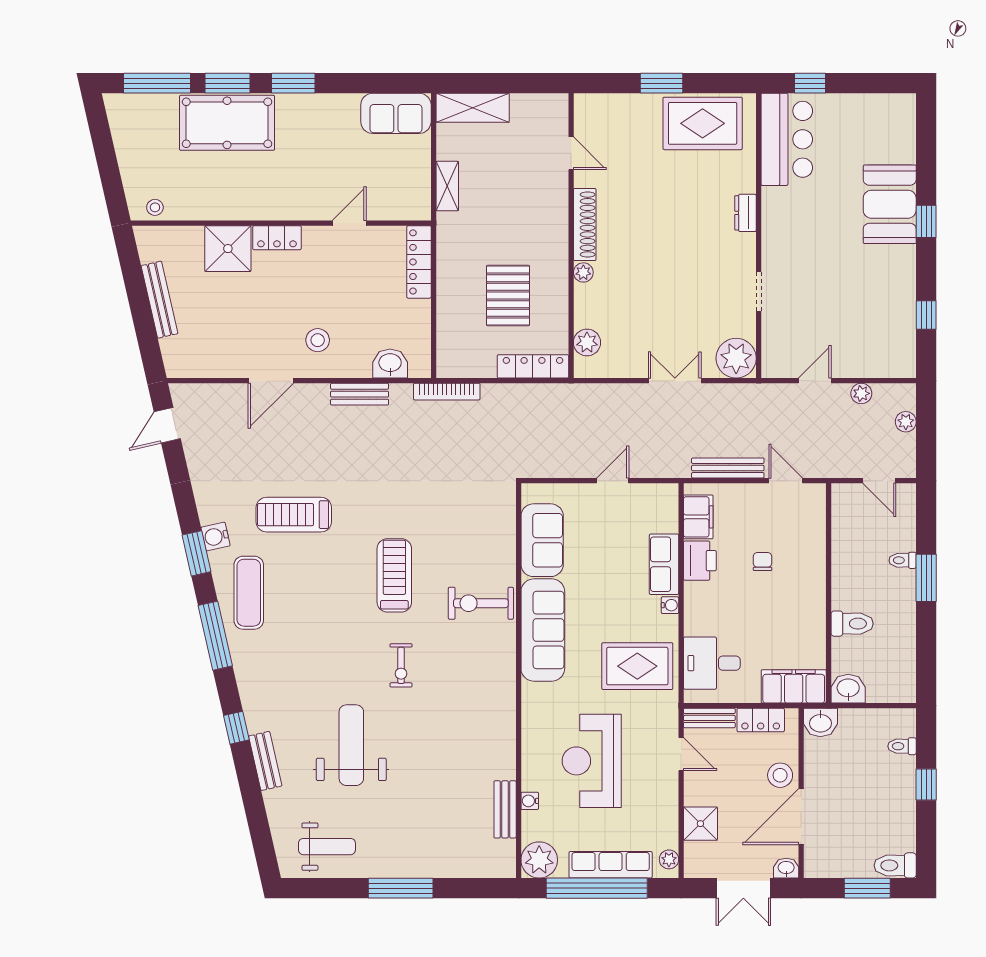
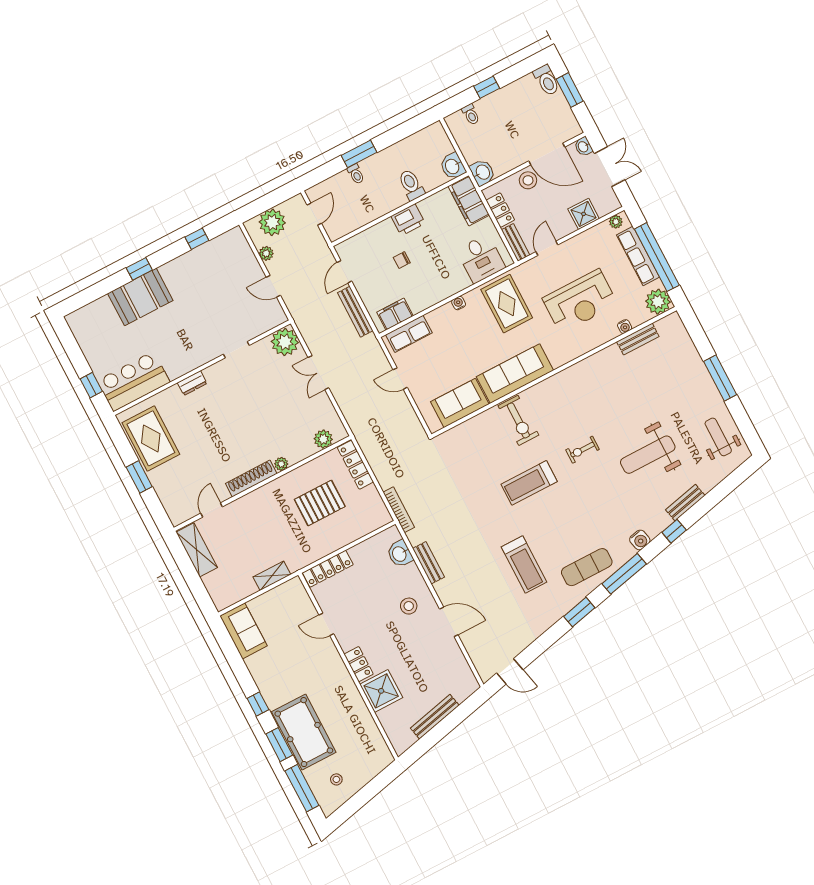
window: (293, 83) -> (258, 704), width x0.67
shelving: (473, 108) -> (197, 550), moved
stool: (155, 207) -> (336, 779), moved
plant: (906, 422) -> (272, 222), width x1.87, depth x1.87
water cooler: (216, 537) -> (640, 540), moved
printer: (700, 561) -> (408, 220), moved, turned 180
row of seats: (664, 564) -> (409, 334), moved
exercise bike: (401, 665) -> (583, 450), turned 180

